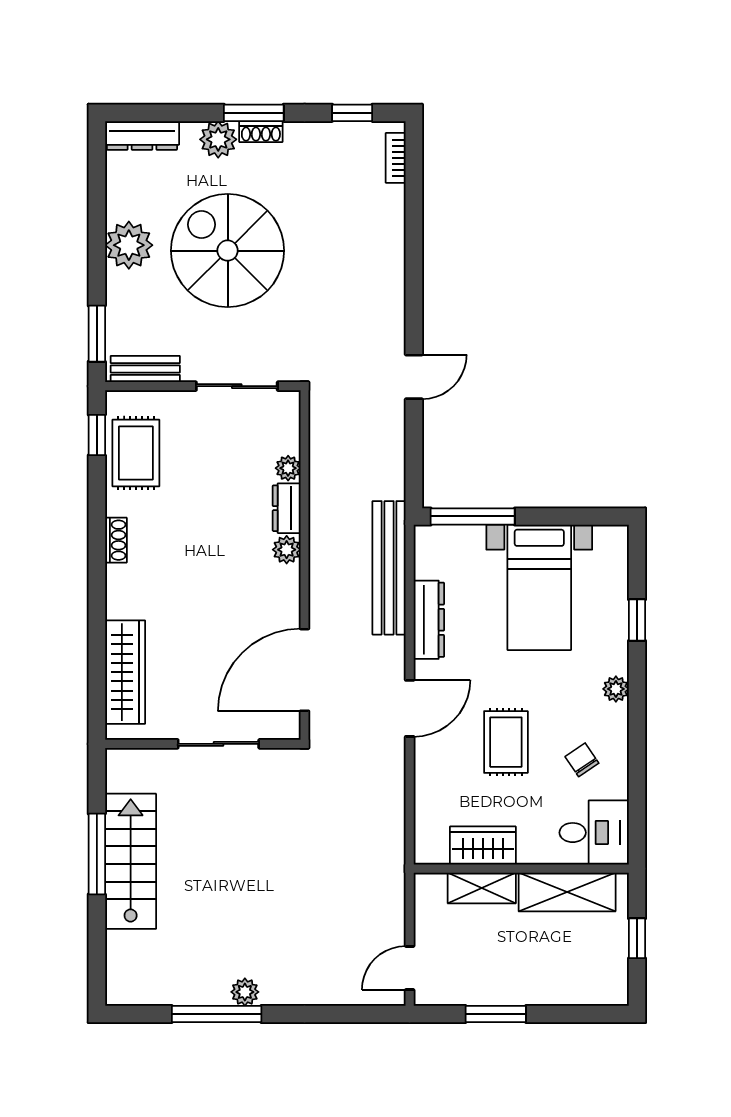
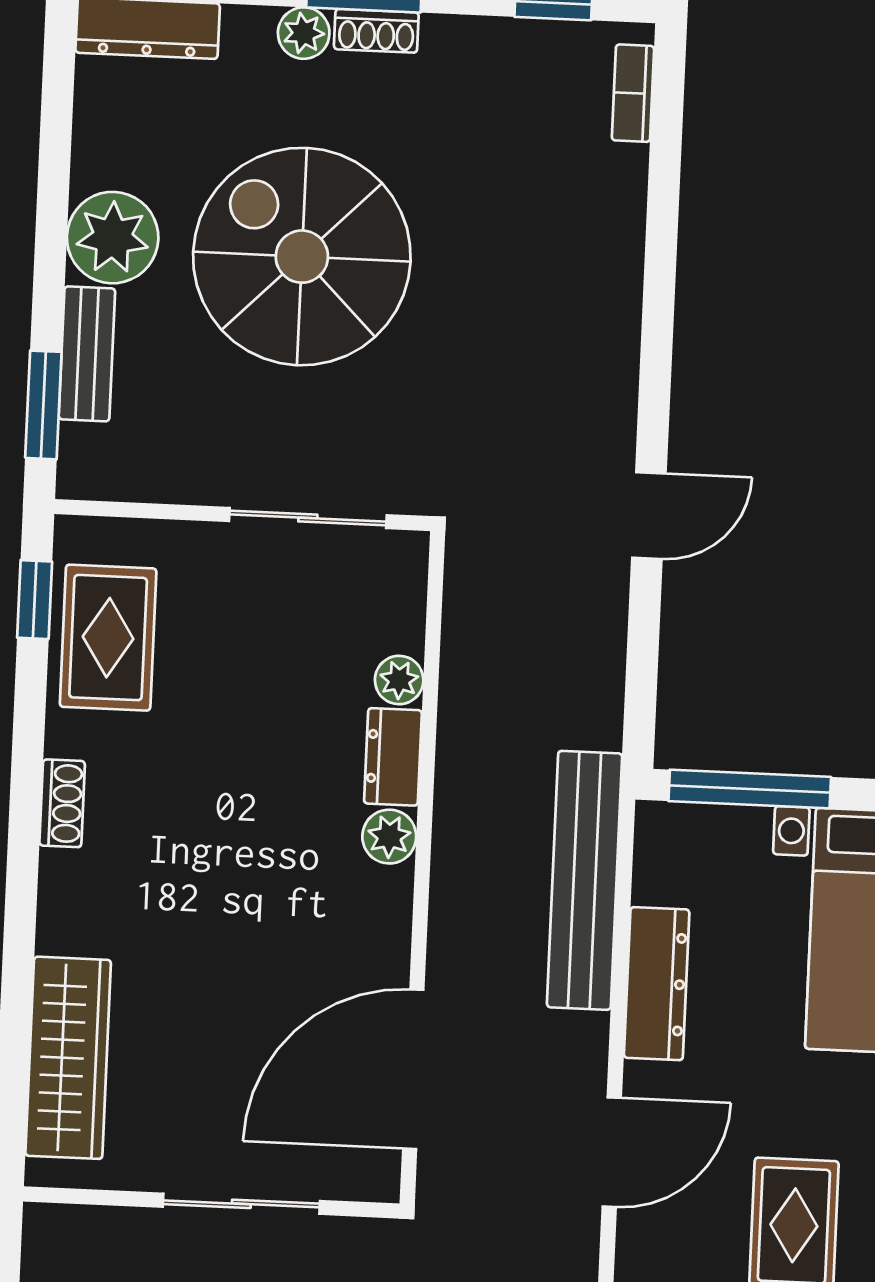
plant: (218, 139) -> (304, 33), width x0.73, depth x0.73
bench: (145, 369) -> (87, 354), moved, turned 90

